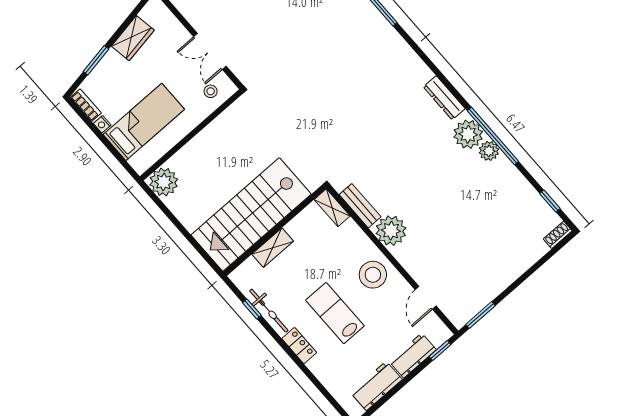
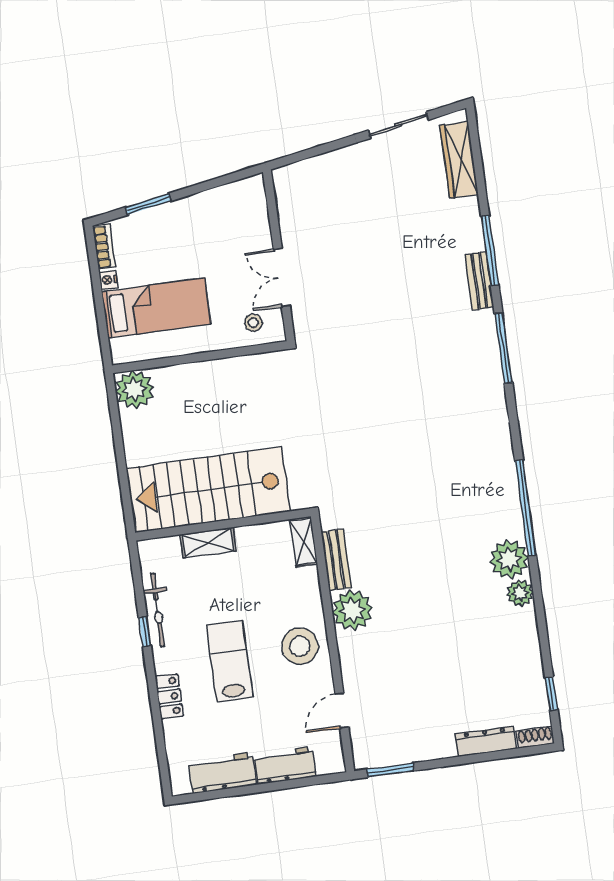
wardrobe: (133, 38) -> (205, 206), removed
dresser: (444, 98) -> (486, 741), moved, turned 90
window: (493, 136) -> (526, 508), moved
window: (252, 309) -> (145, 632), moved
locker: (299, 346) -> (169, 696), moved
window: (440, 350) -> (319, 780), removed

